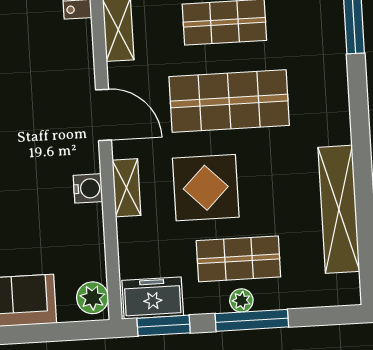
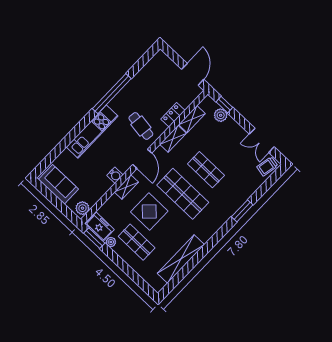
cafe table: (44, 65) -> (141, 126), added
plant: (241, 300) -> (111, 242), moved
window: (252, 320) -> (121, 264), removed

